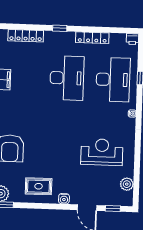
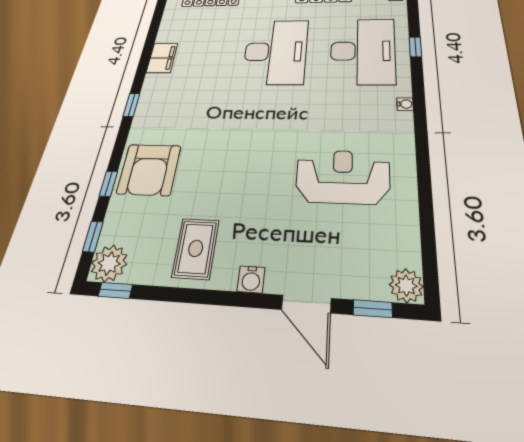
plant: (127, 184) -> (406, 286), moved
rug: (39, 186) -> (196, 248), turned 90

